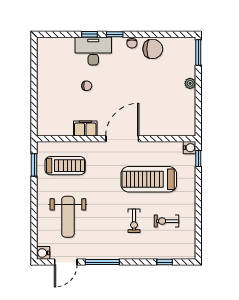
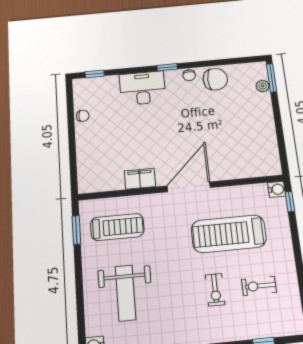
window: (90, 34) -> (95, 74), moved
plant: (190, 83) -> (263, 86), moved
chair: (87, 86) -> (83, 116), moved

